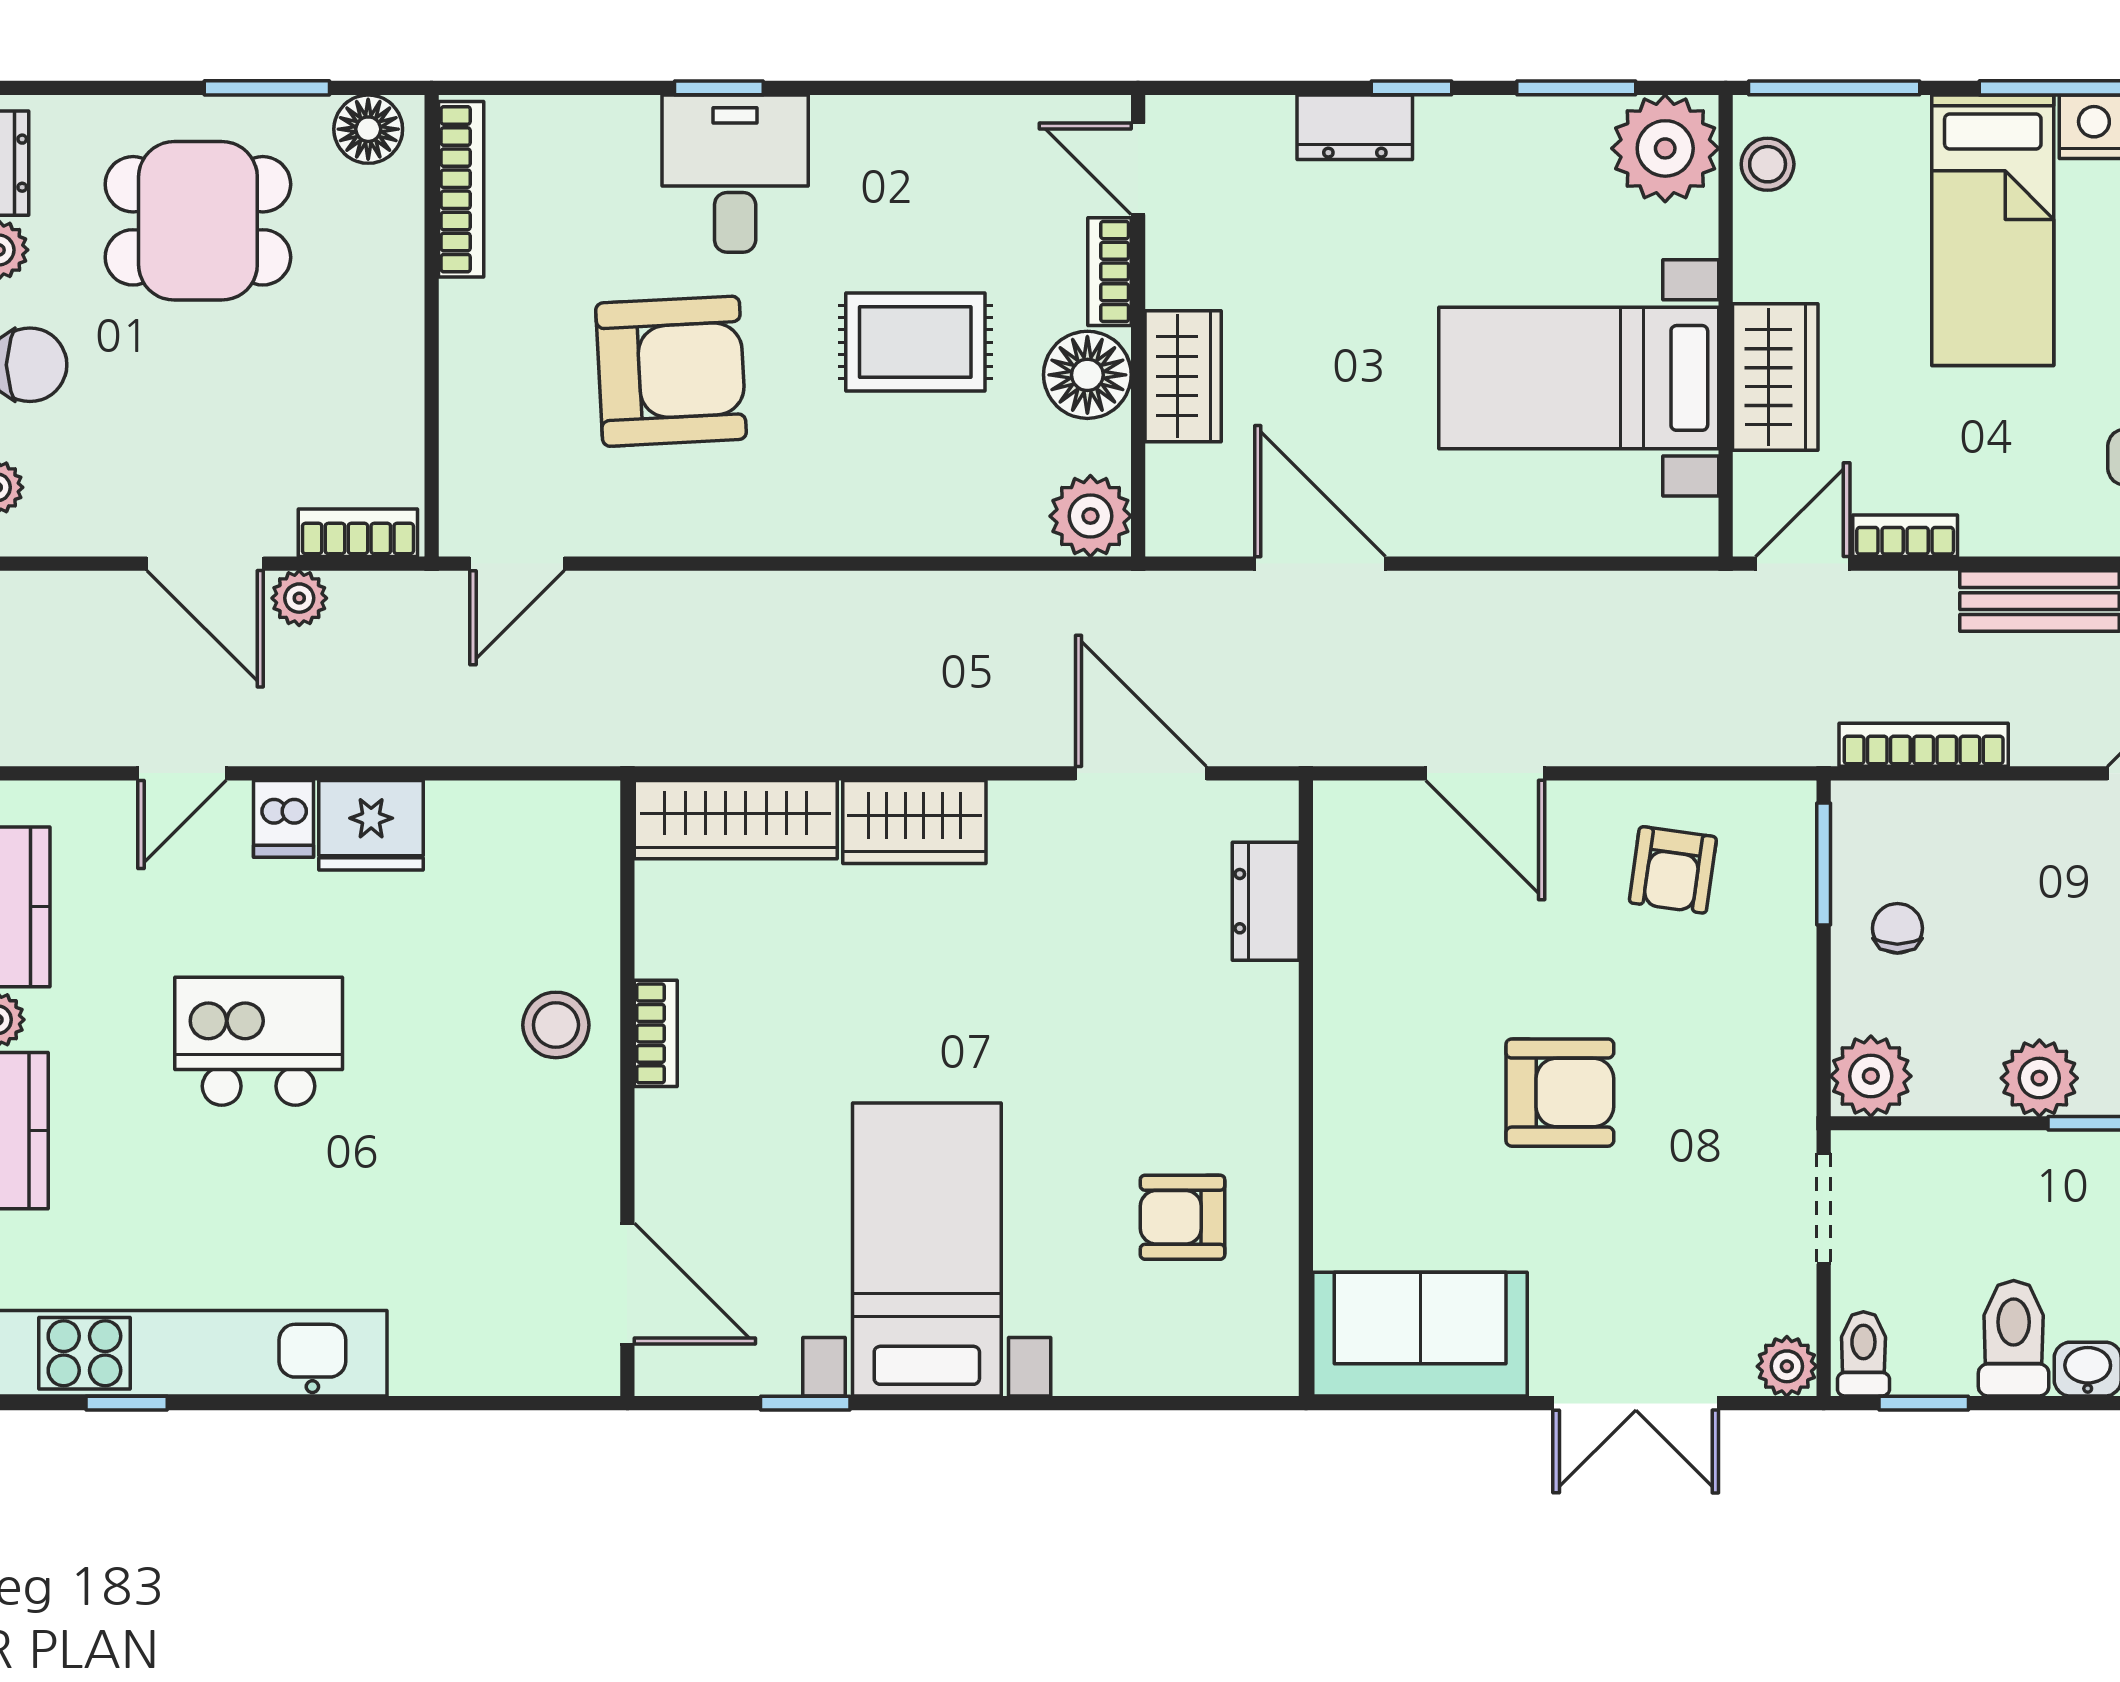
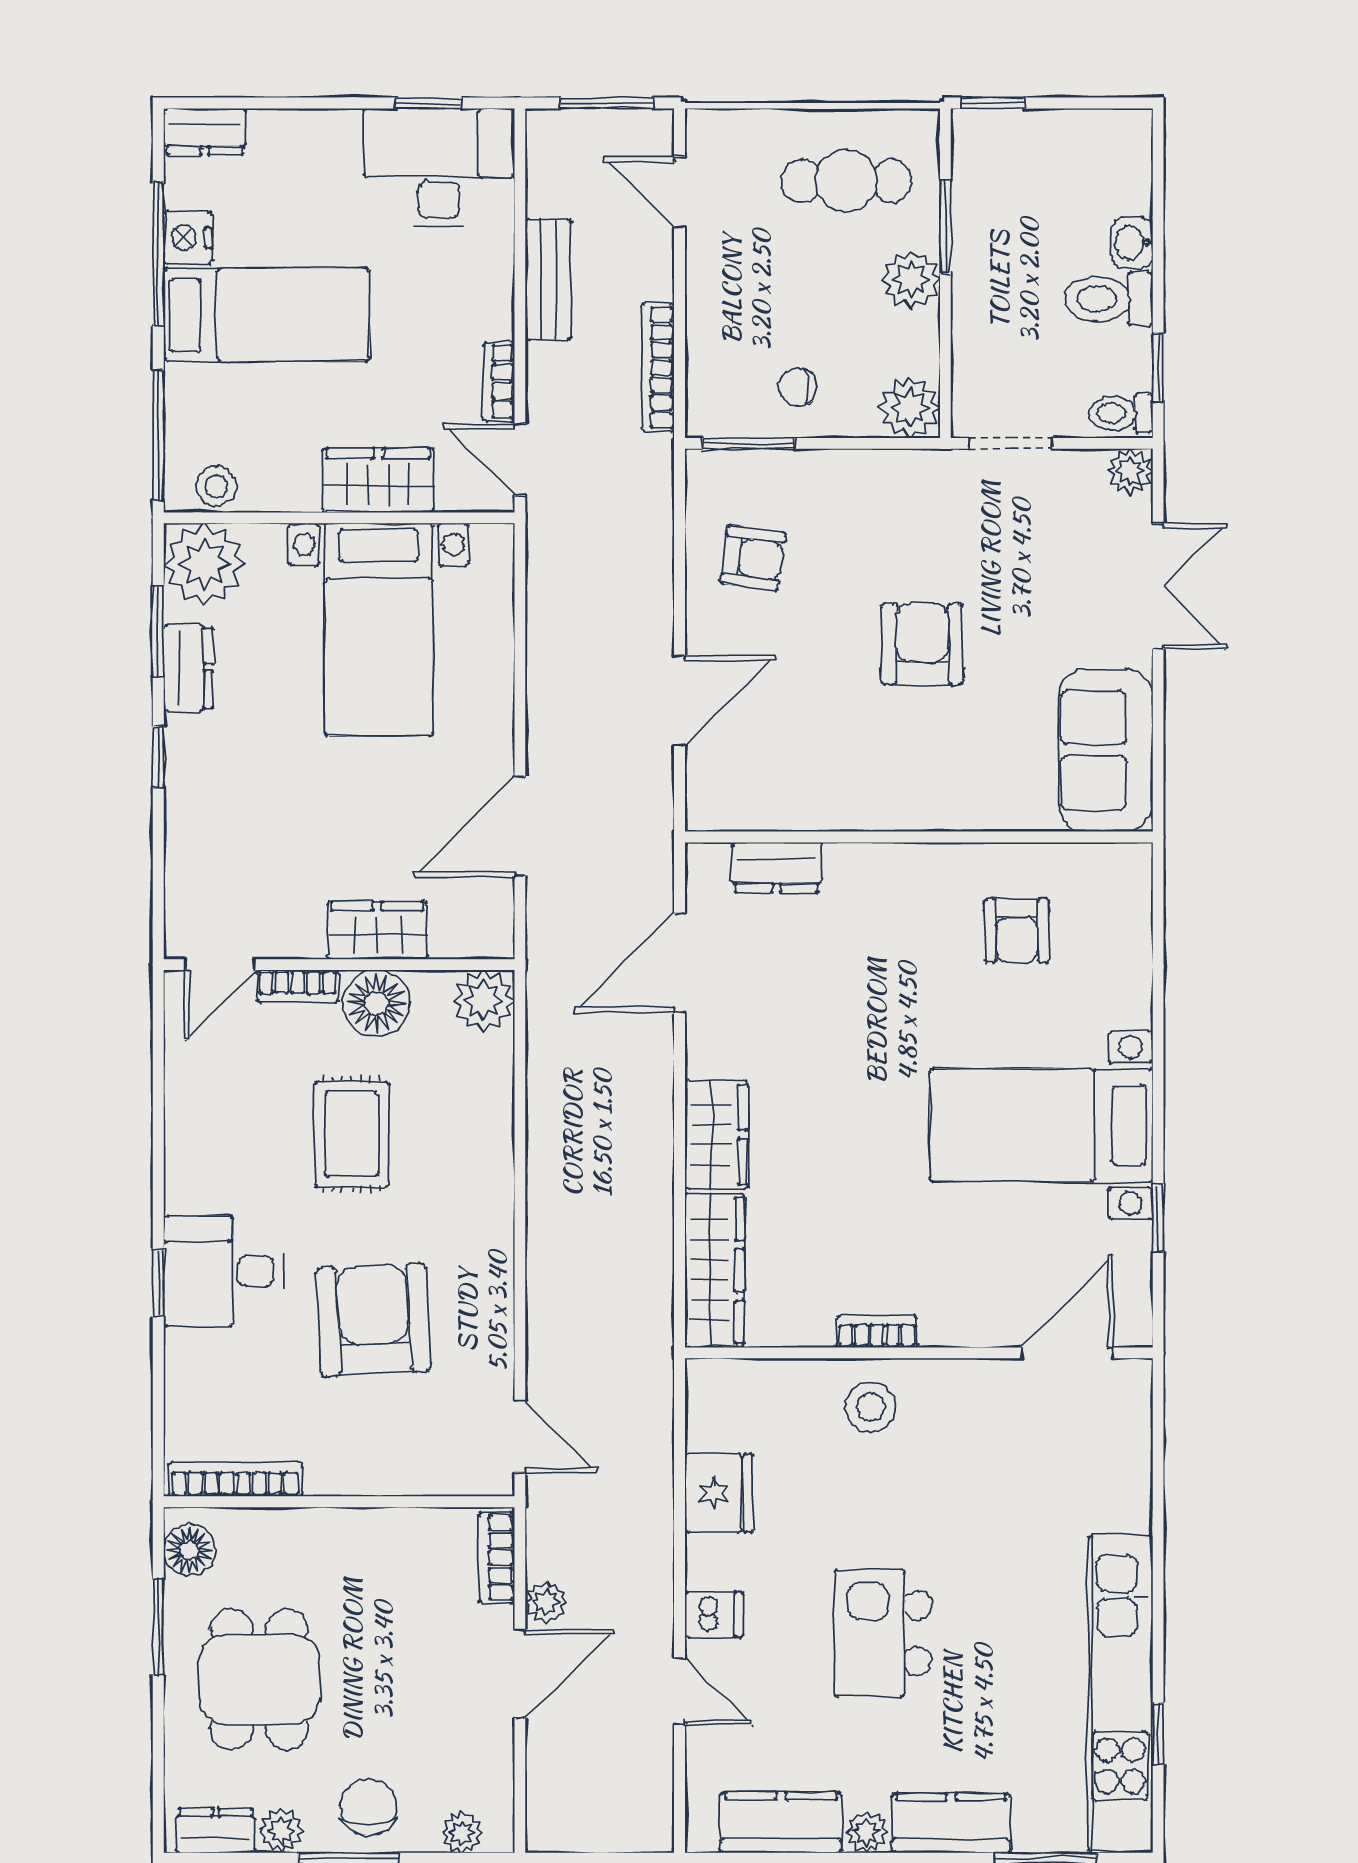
dresser: (1355, 127) -> (188, 668), moved
fridge: (371, 825) -> (719, 1493), moved

